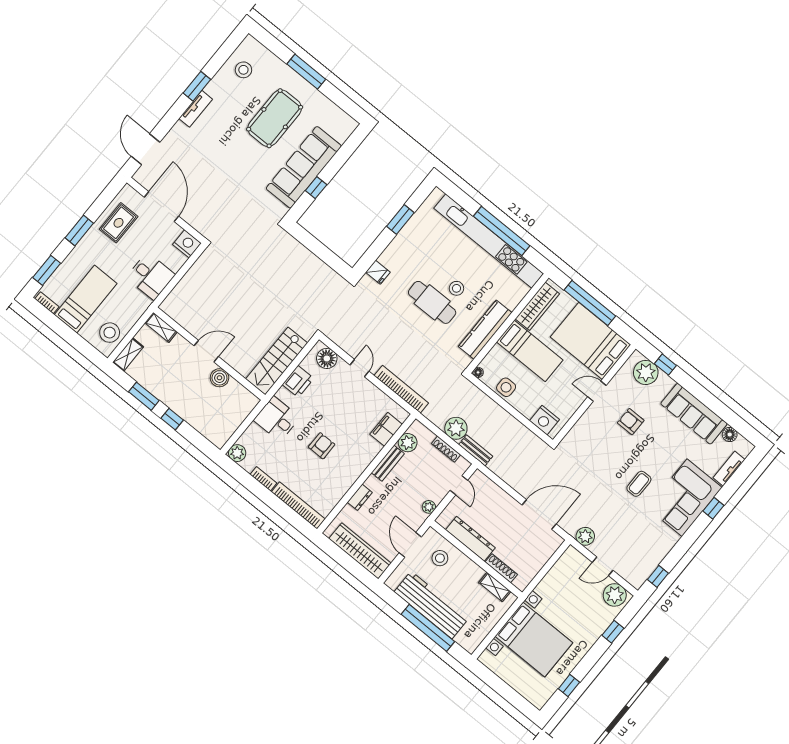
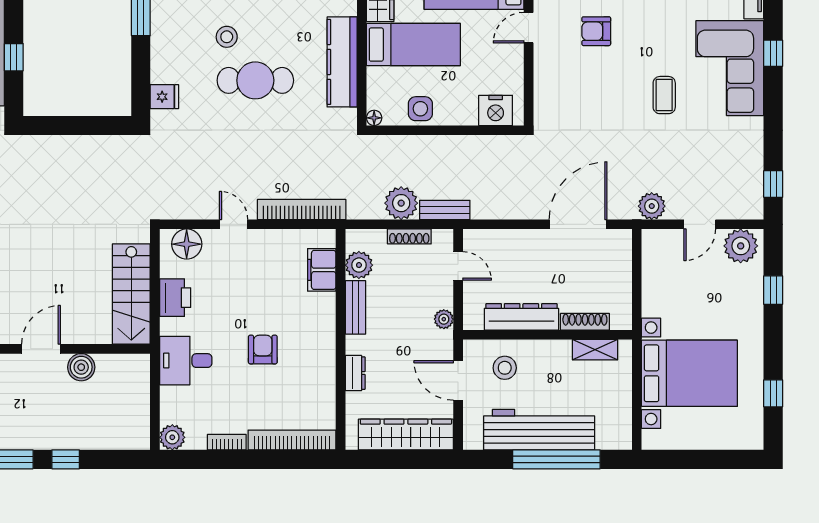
stool: (456, 288) -> (227, 37), moved

